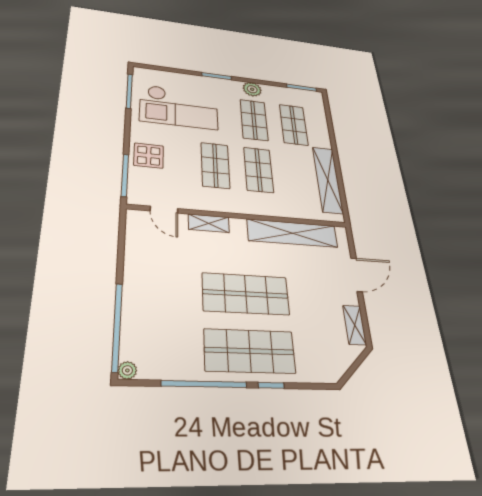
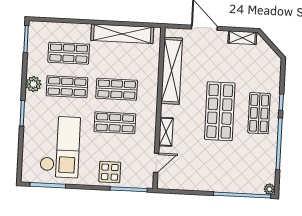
shop shelf: (250, 351) -> (259, 113), width x0.70, depth x0.74

